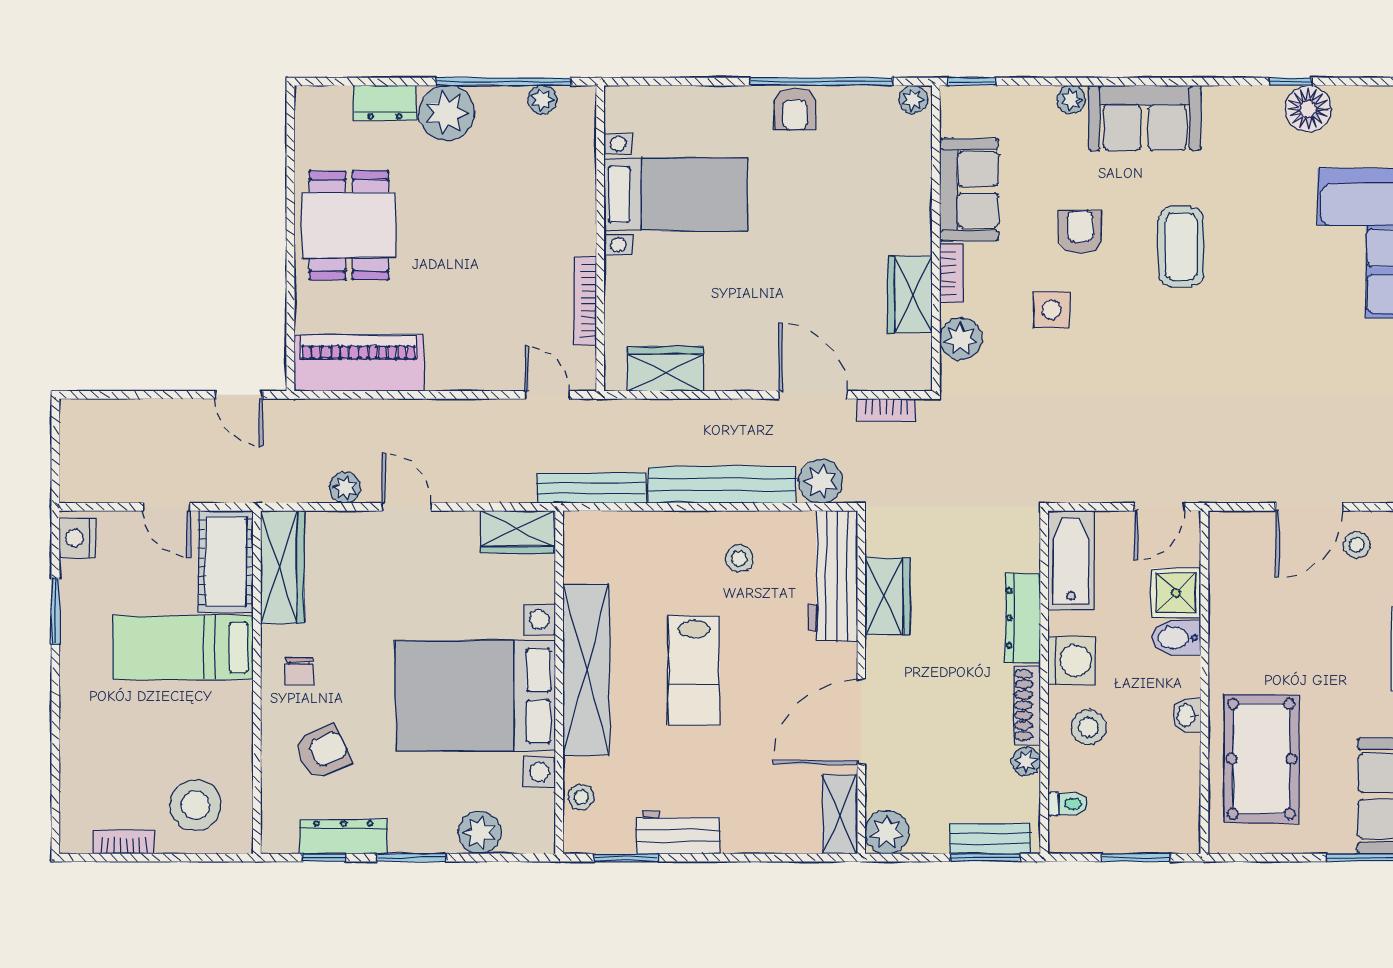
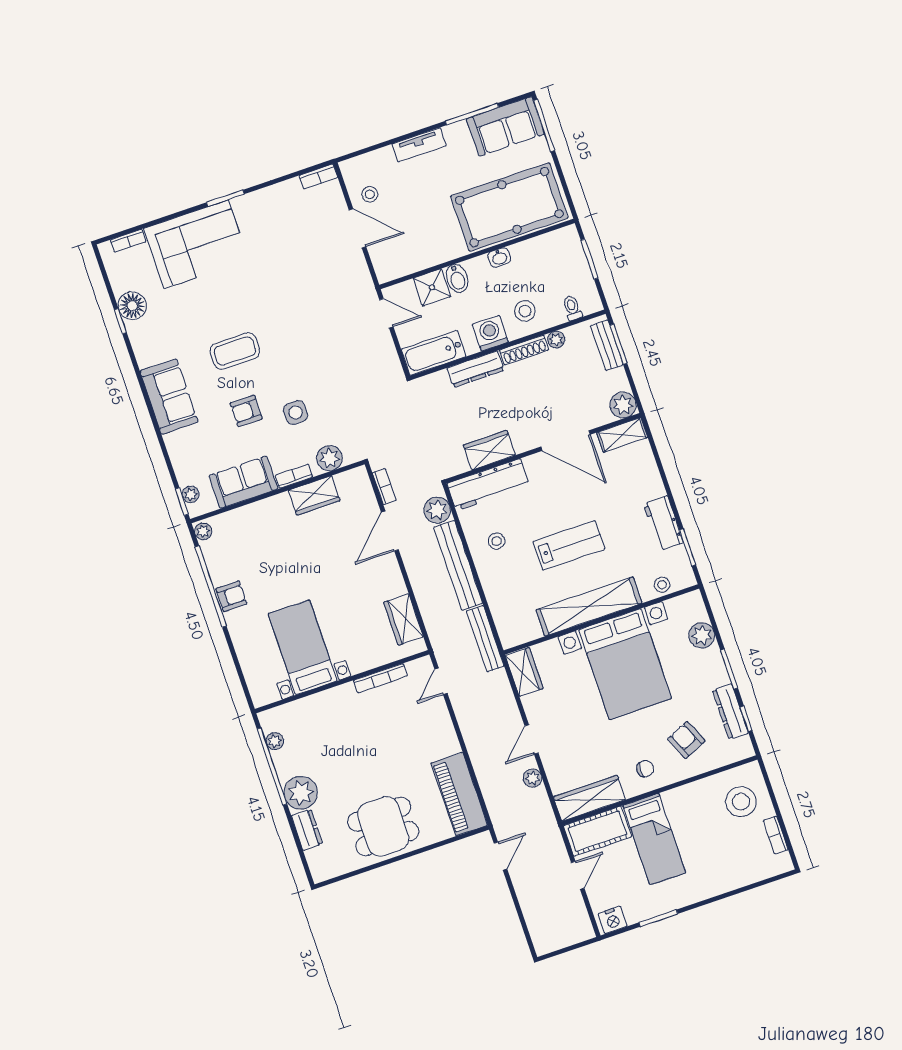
plant: (1071, 99) -> (191, 494), moved
pool table: (1261, 759) -> (509, 207), width x1.36, depth x1.32

